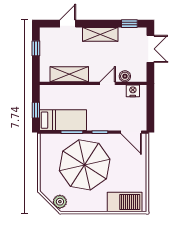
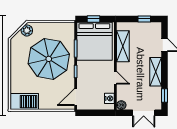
boiler: (125, 76) -> (121, 105), moved
bed: (63, 120) -> (94, 41), width x2.04
plant: (60, 202) -> (27, 30), moved
barbecue: (125, 202) -> (24, 102), moved, turned -90

